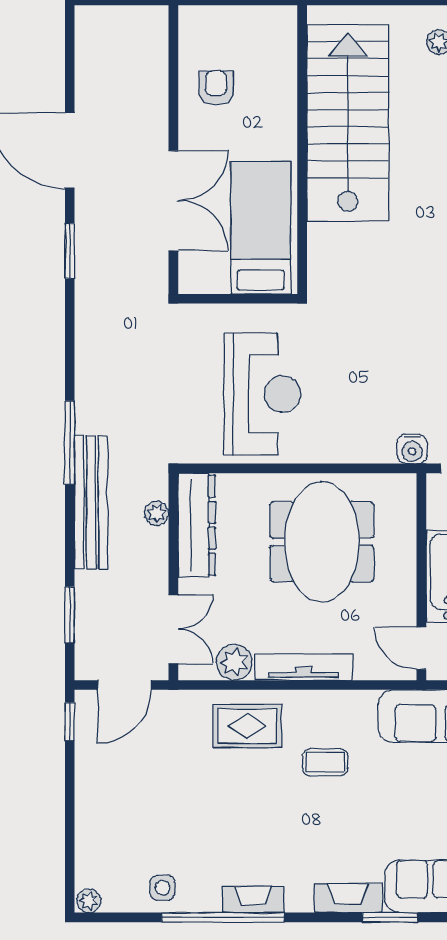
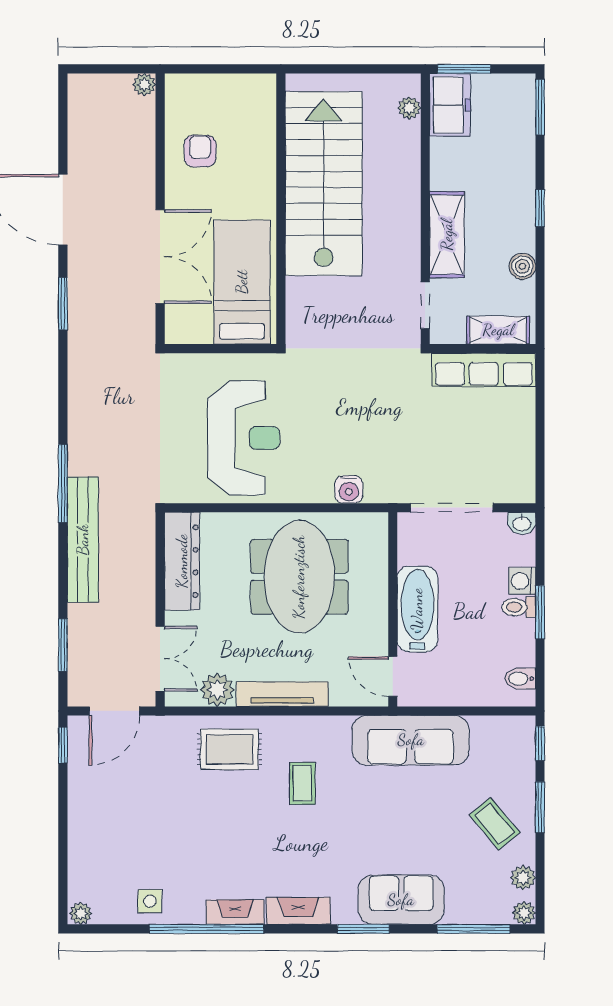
water cooler: (412, 449) -> (349, 489), moved
plant: (157, 513) -> (144, 85), moved
coffee table: (325, 762) -> (302, 783), turned 90
fireplace: (348, 898) -> (298, 911), moved

